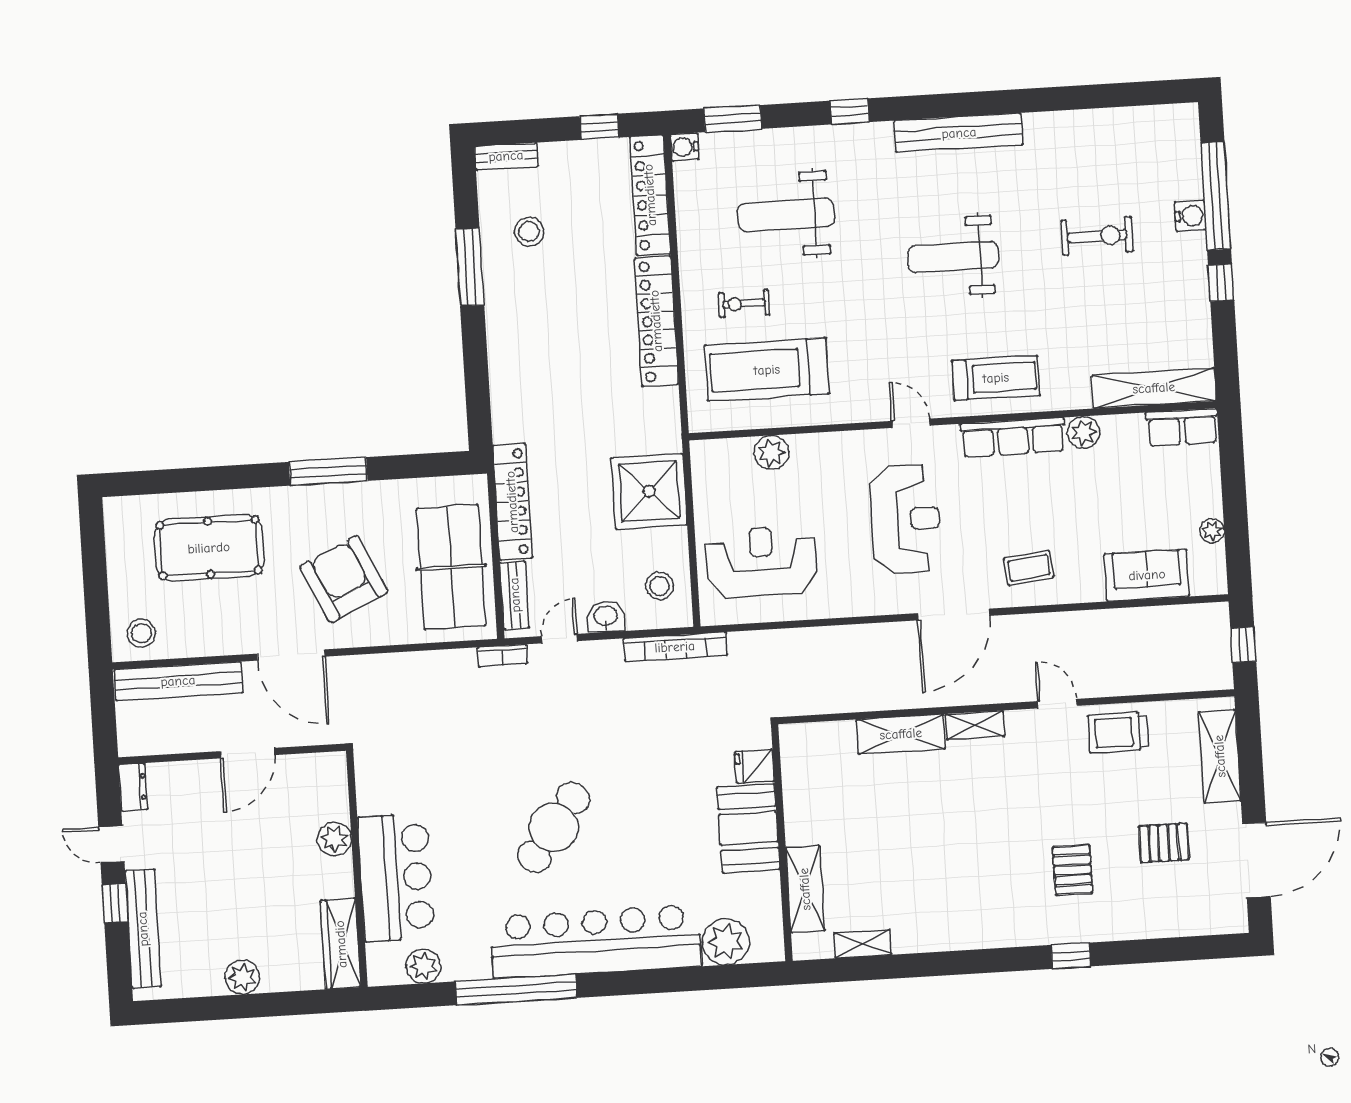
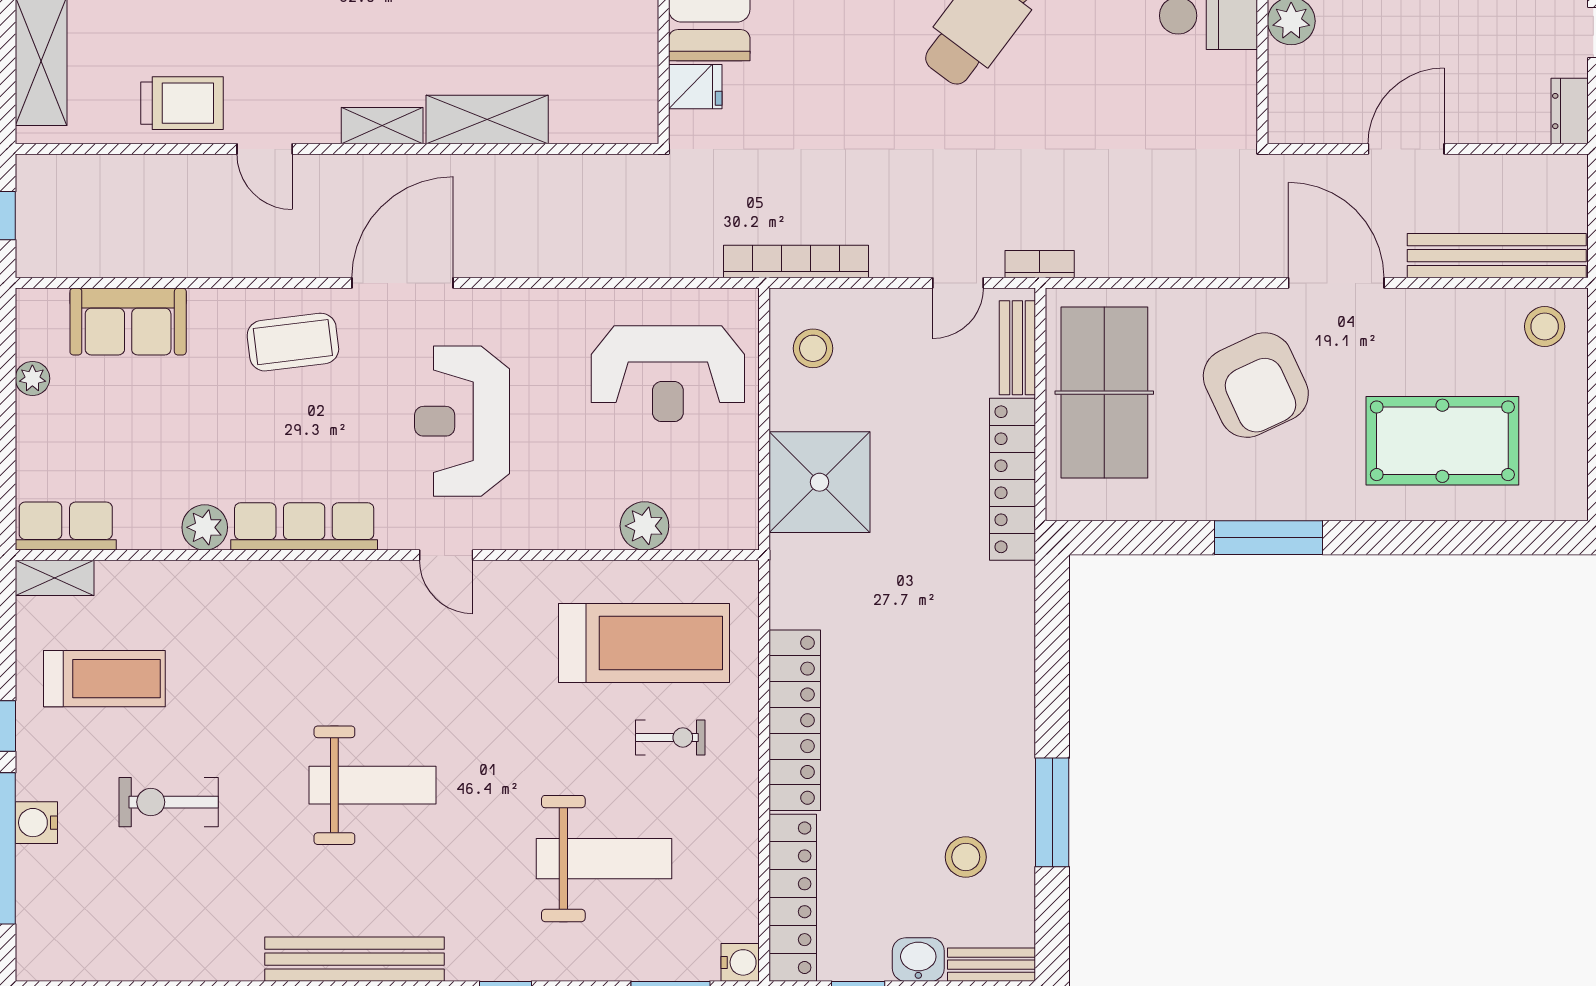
treadmill: (996, 378) -> (104, 679), moved, turned 180
shelving: (1154, 388) -> (55, 578), width x0.45, depth x0.75
coffee table: (1029, 568) -> (293, 342), width x1.36, depth x1.30
washbasin: (606, 617) -> (918, 960), moved, turned 180

